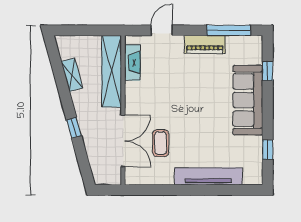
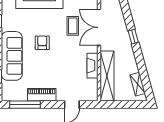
fireplace: (132, 63) -> (92, 66), moved
shelving: (72, 75) -> (138, 84), moved
armchair: (204, 119) -> (42, 43), added

